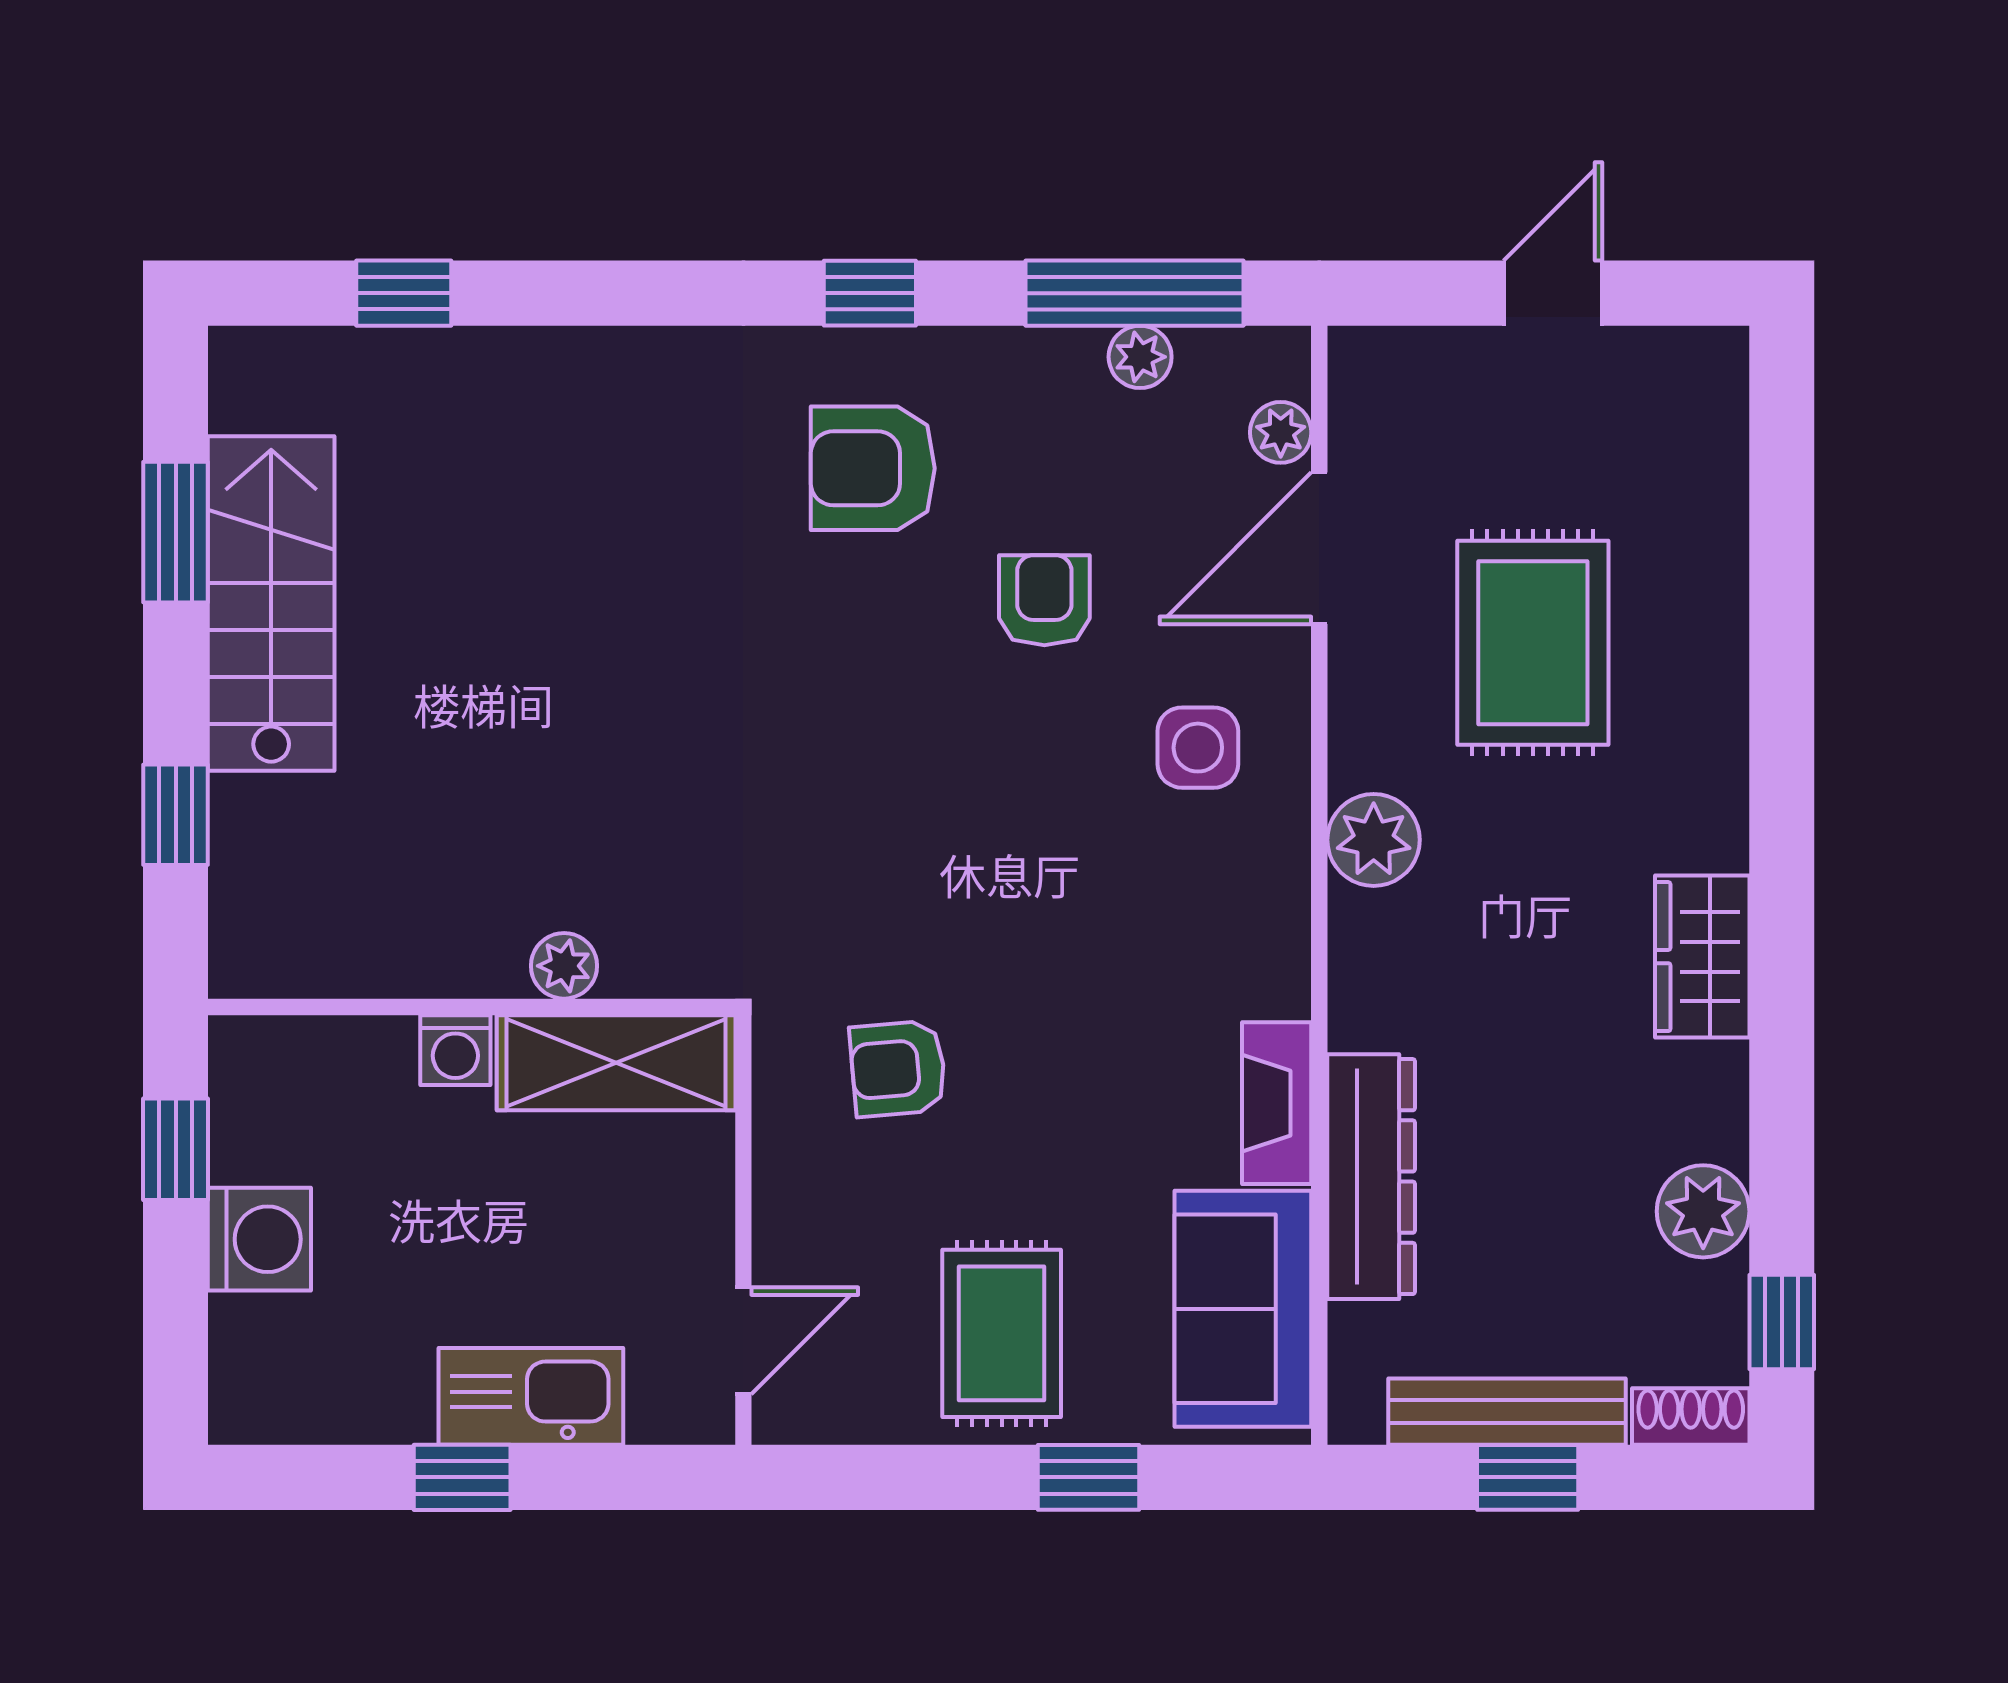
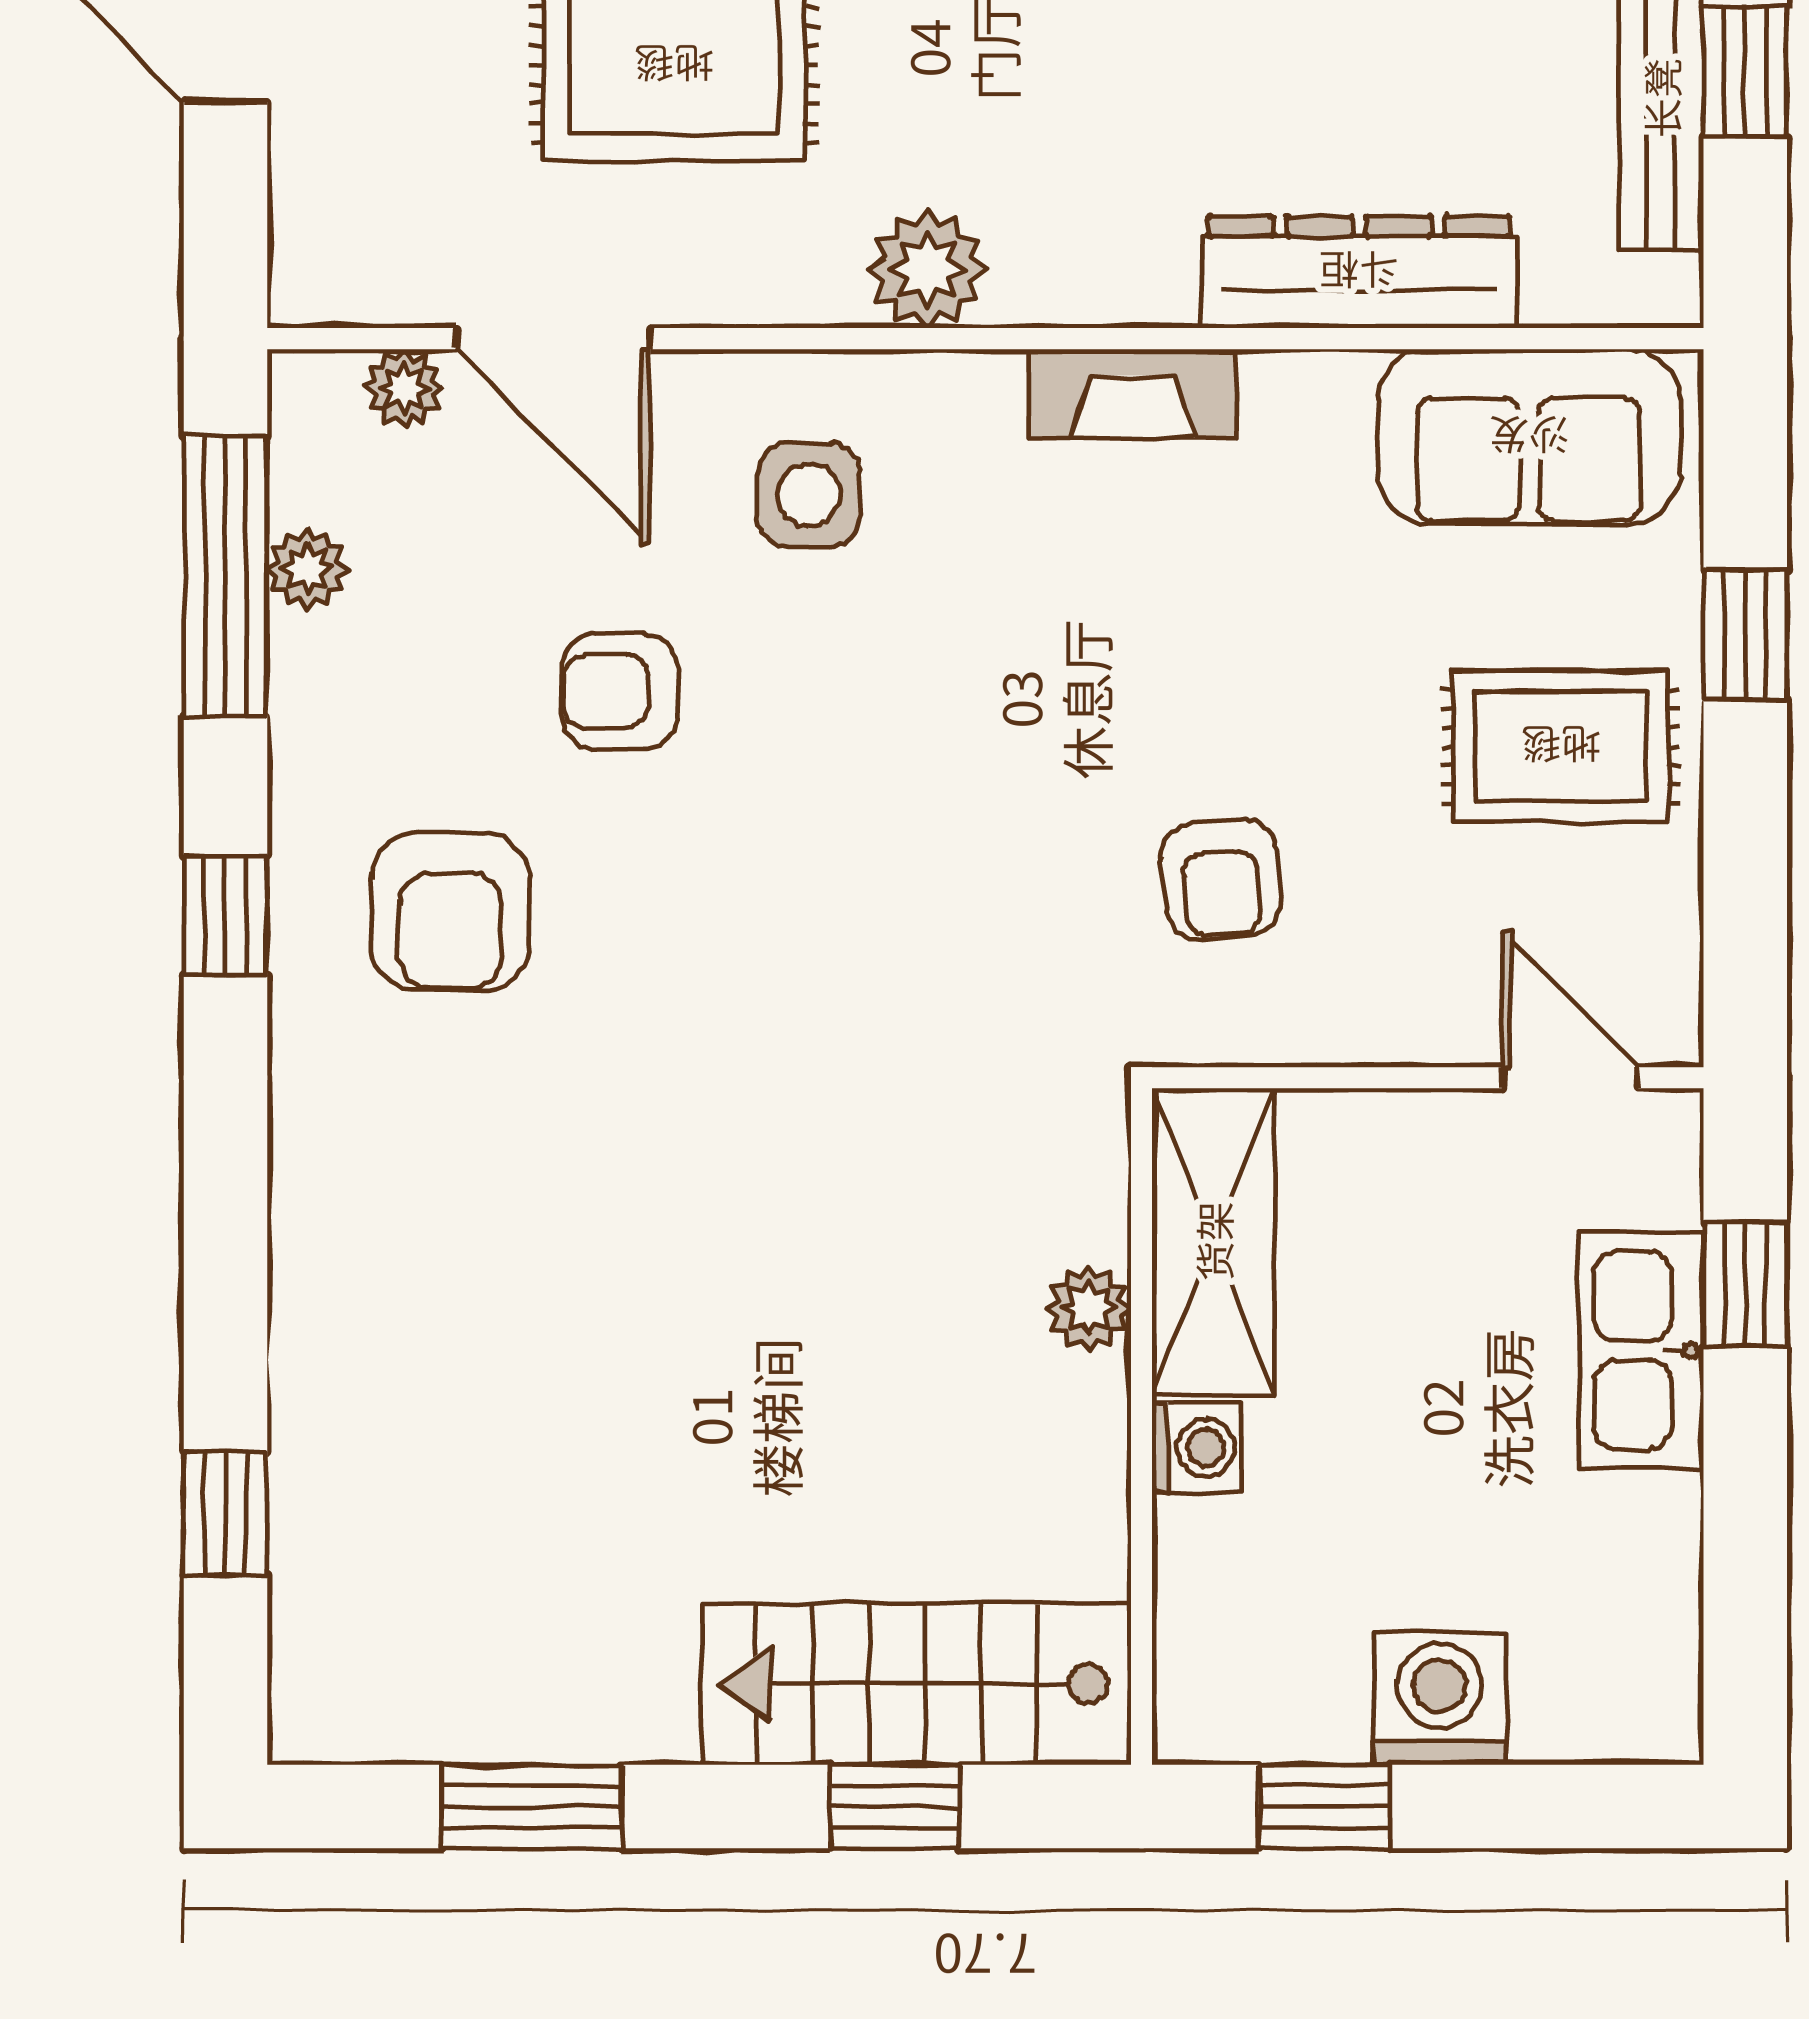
stairs: (271, 604) -> (916, 1684), moved
fireplace: (1277, 1103) -> (1132, 393), moved
window: (462, 1477) -> (1745, 1284), moved

